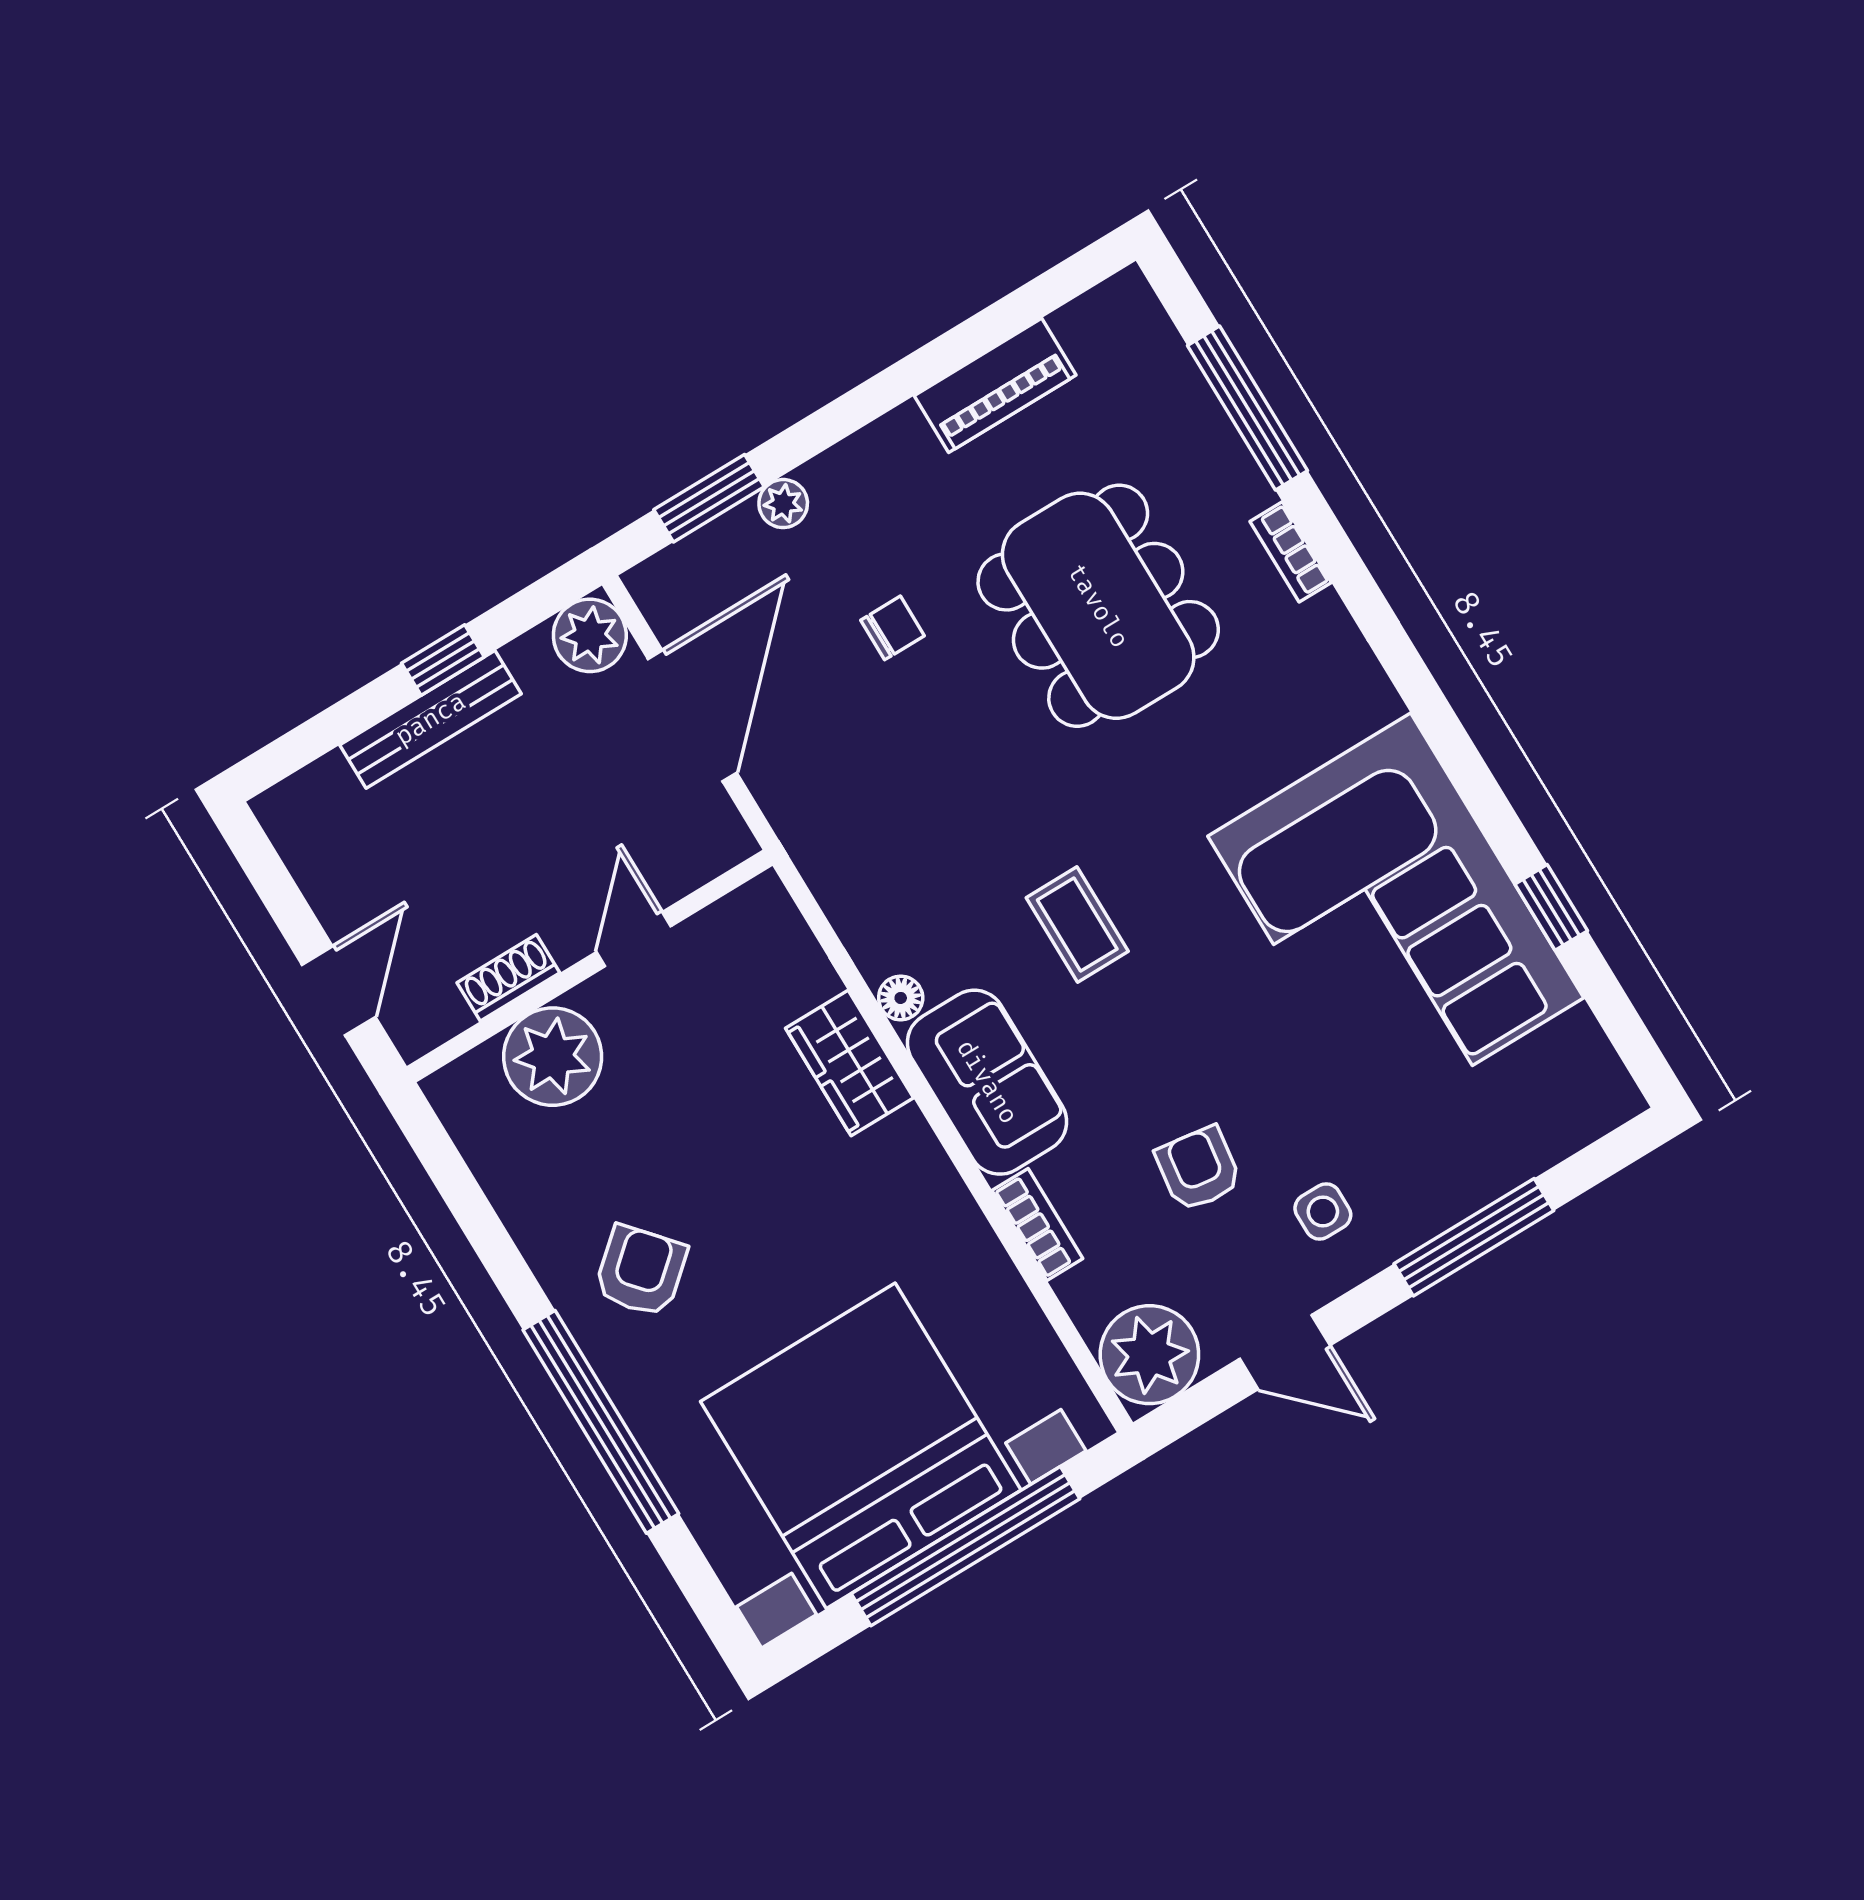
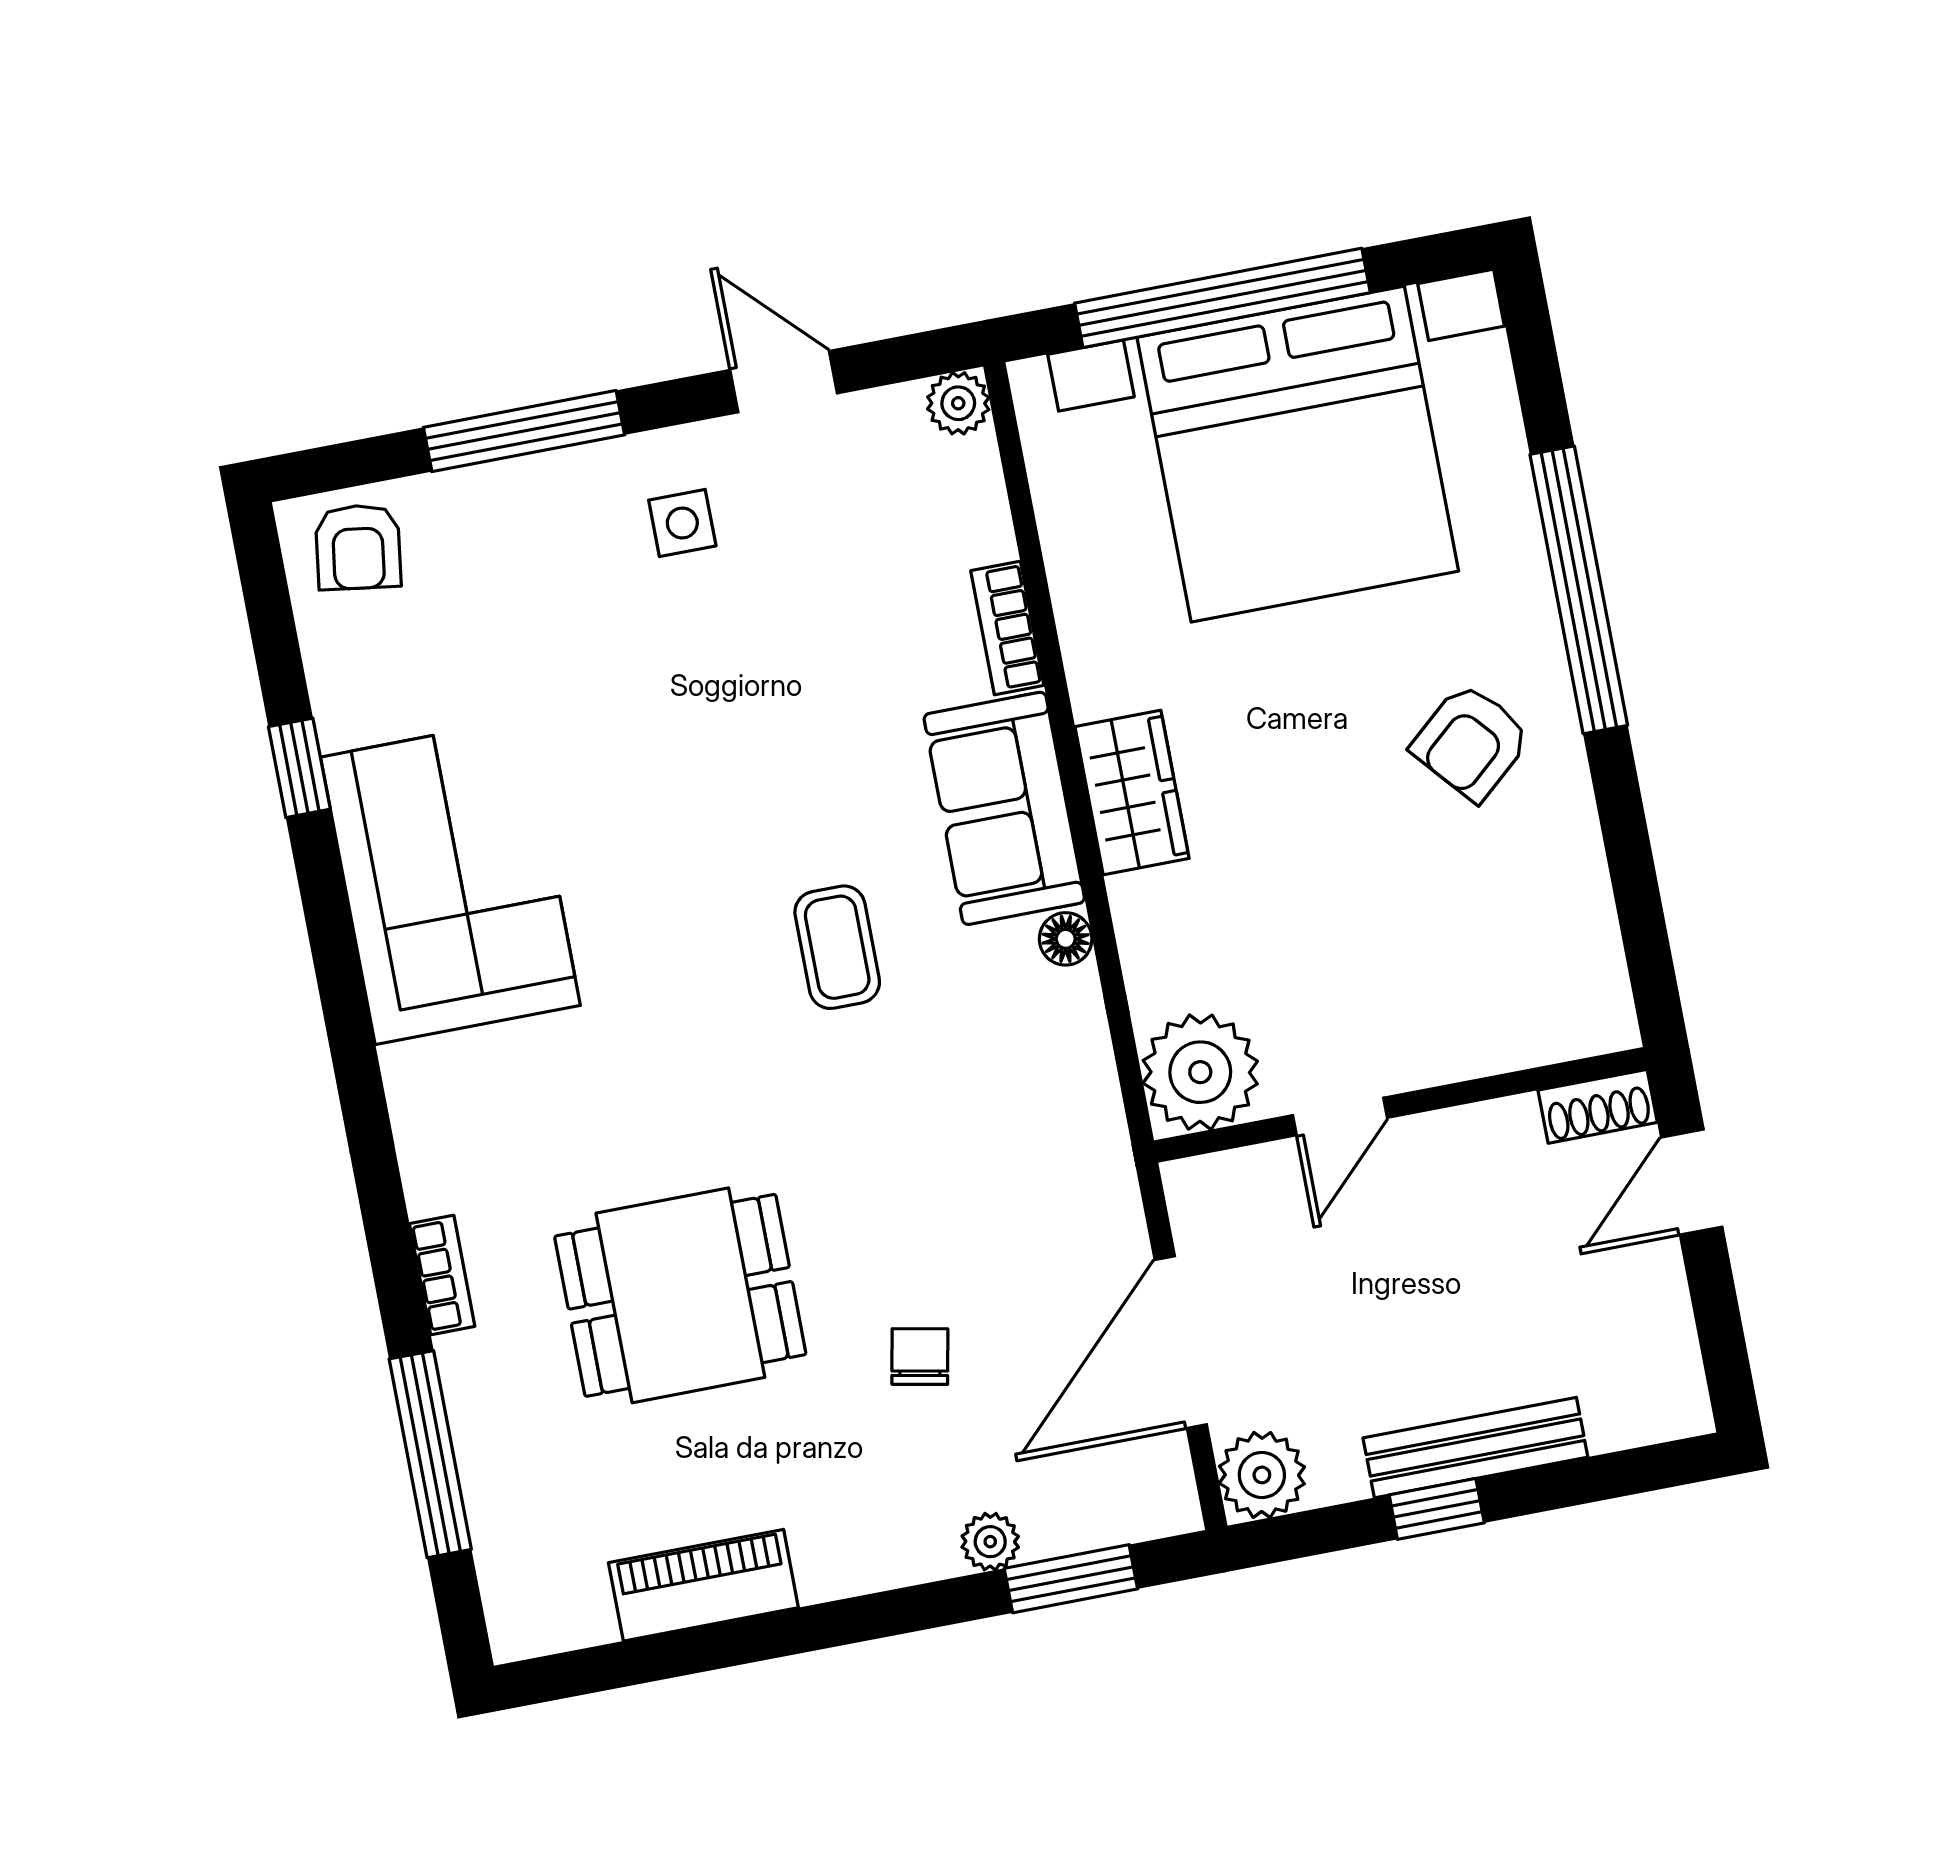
dining table: (1098, 606) -> (680, 1295), width x0.73
chair: (893, 628) -> (920, 1357), turned 101
corner sofa: (1396, 917) -> (450, 881), width x0.73, depth x0.74
shoe rack: (508, 978) -> (1598, 1106), moved
plant: (553, 1057) -> (1200, 1072), moved
wardrobe: (850, 1063) -> (1132, 793), moved
armchair: (1198, 1169) -> (358, 547), moved
plant: (1149, 1355) -> (958, 403), width x0.53, depth x0.53

